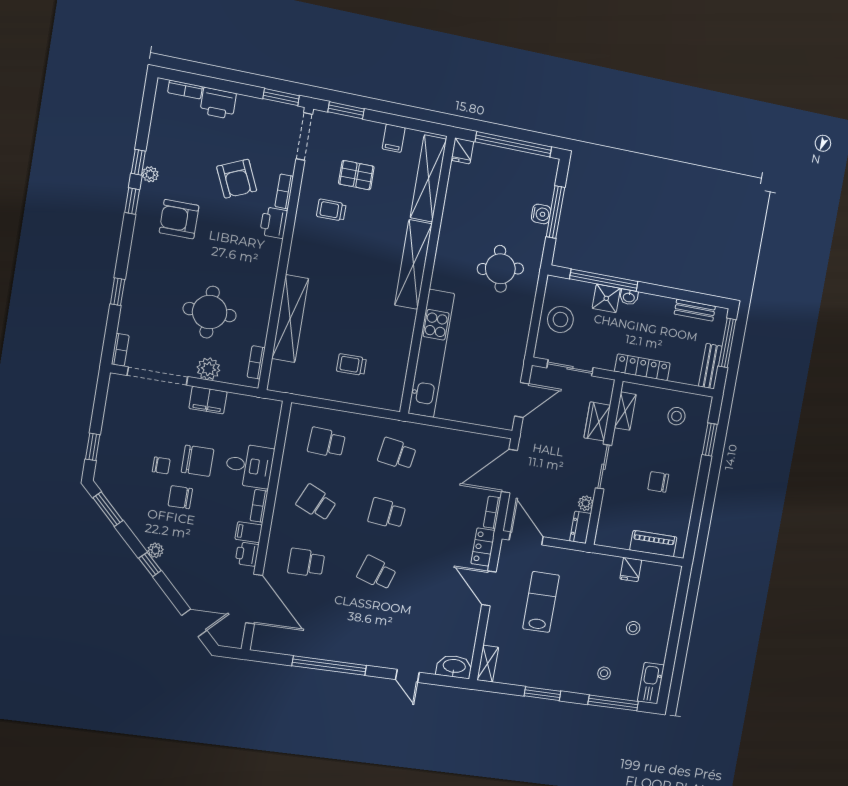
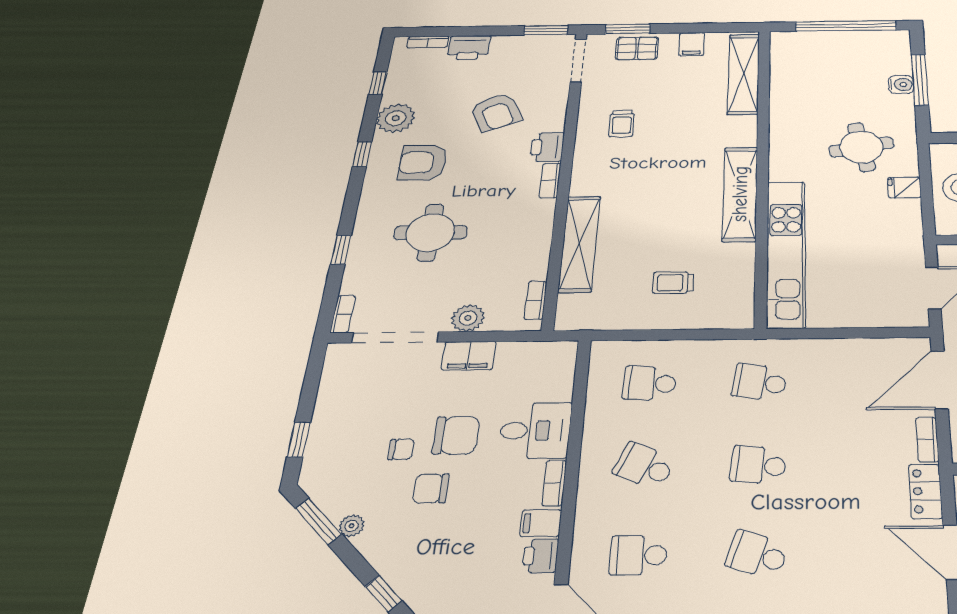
fridge: (462, 151) -> (904, 187), moved, turned 90
window: (138, 162) -> (378, 83), moved
plant: (150, 174) -> (396, 118), width x1.88, depth x1.88
pallet: (356, 175) -> (637, 48), moved
bookcase: (284, 191) -> (550, 180), moved
trolley: (331, 210) -> (622, 123), turned -90
shelving: (413, 264) -> (740, 194), moved
round table: (210, 312) -> (430, 232), moved
plant: (155, 550) -> (351, 526), moved

